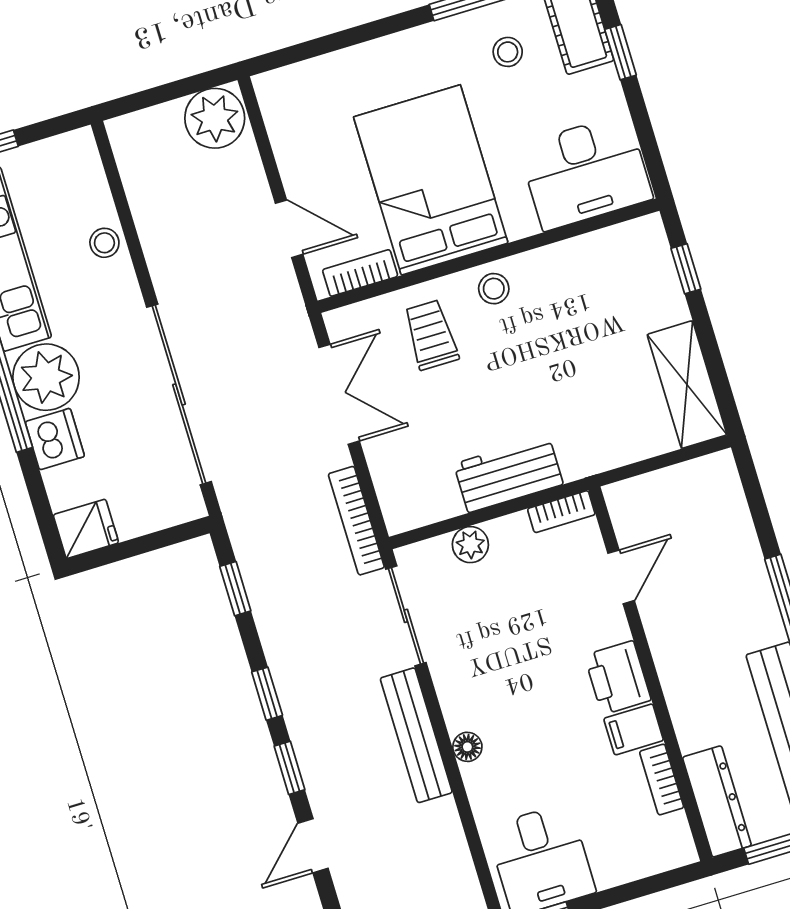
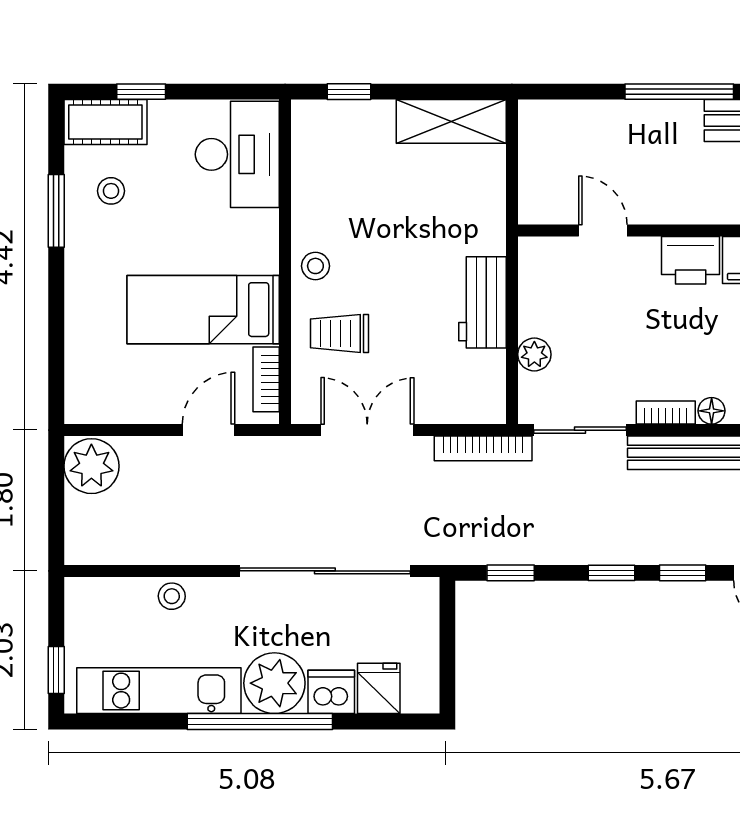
bed: (431, 180) -> (203, 310), width x0.67
bookcase: (561, 512) -> (666, 412), moved, turned -90
fridge: (86, 529) -> (379, 688), moved

